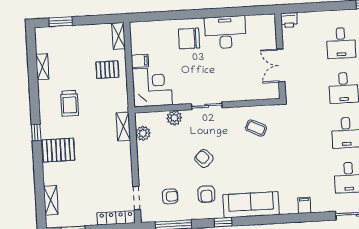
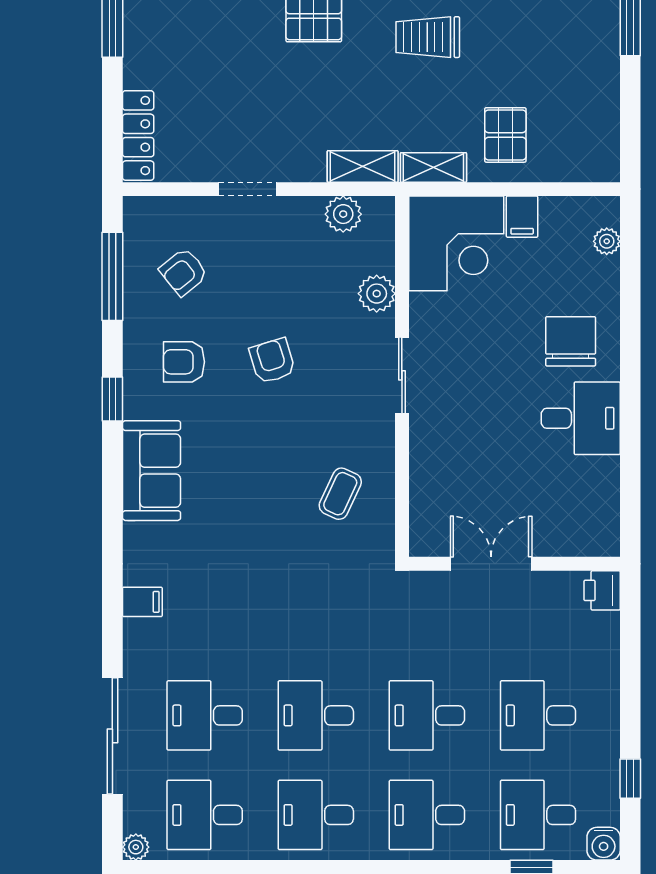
plant: (148, 26) -> (607, 241), added
desk: (225, 32) -> (581, 418), width x0.73
shelving: (118, 36) -> (433, 167), moved
armchair: (204, 158) -> (272, 361), turned -63
armchair: (170, 196) -> (184, 272), turned 51
doorway: (137, 198) -> (247, 189), moved
sofa: (251, 205) -> (152, 471), width x0.73

